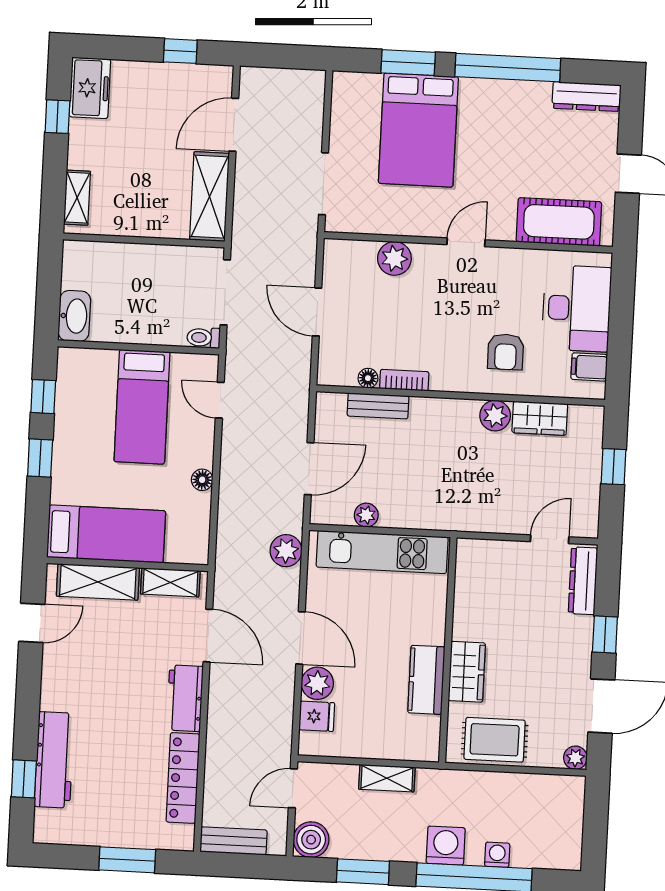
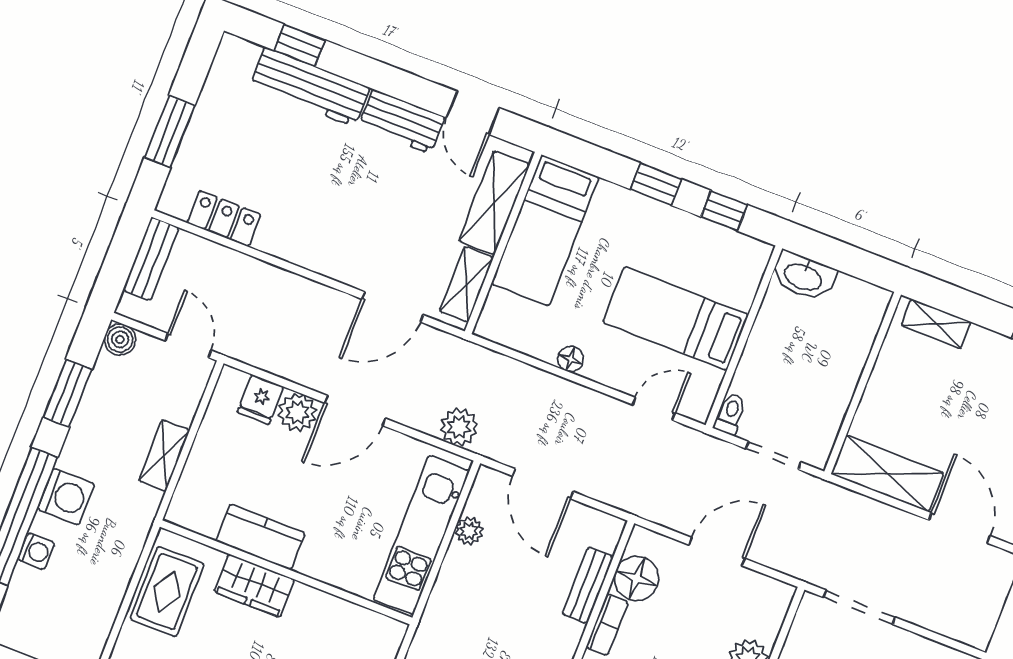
doorway: (225, 292) -> (773, 455), width x0.73
floor lamp: (368, 378) -> (636, 578), width x1.89, depth x1.89
workbench: (185, 698) -> (402, 121), moved, turned 180
locker: (183, 778) -> (224, 219), width x0.66
boiler: (311, 840) -> (120, 339), width x0.73, depth x0.73

